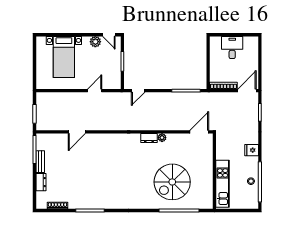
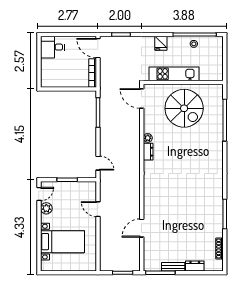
desk: (232, 48) -> (52, 47), moved
door: (77, 132) -> (142, 228), swing flipped
spiral stairs: (172, 182) -> (184, 108), moved
kitchen unit: (223, 184) -> (174, 74), moved

